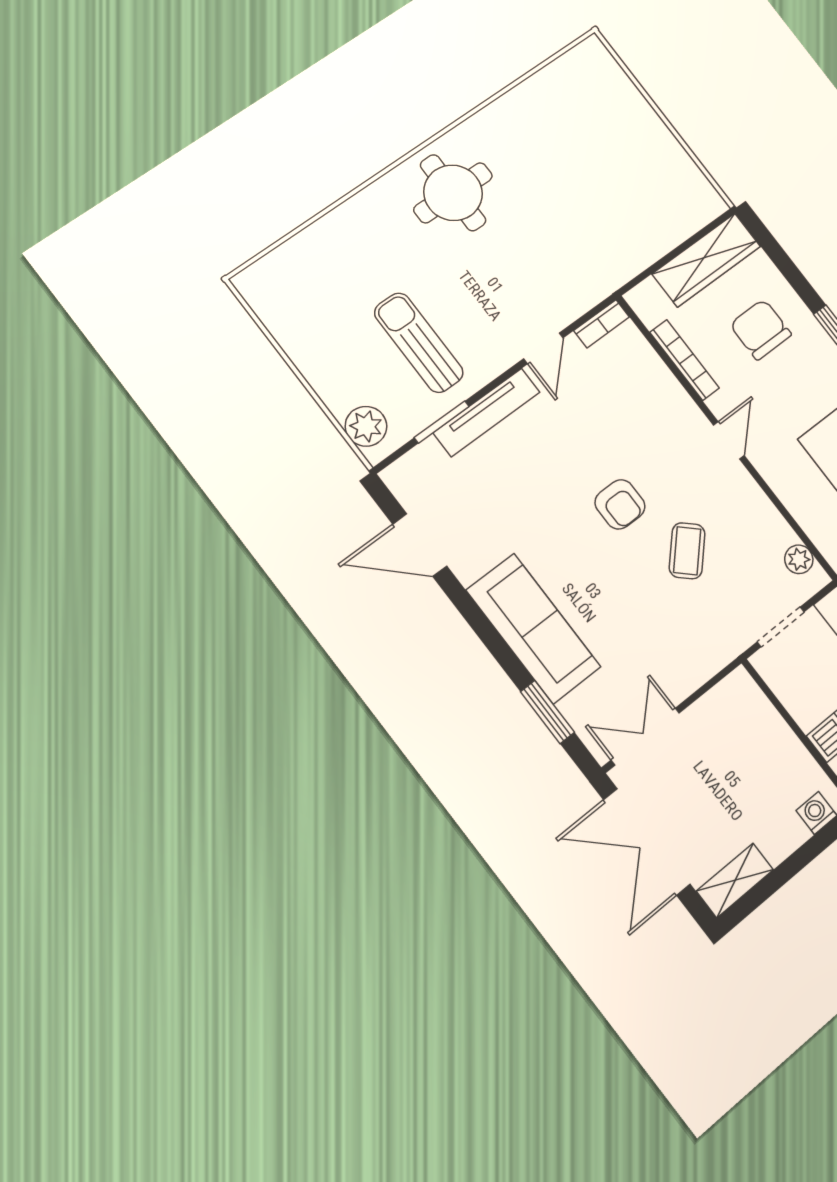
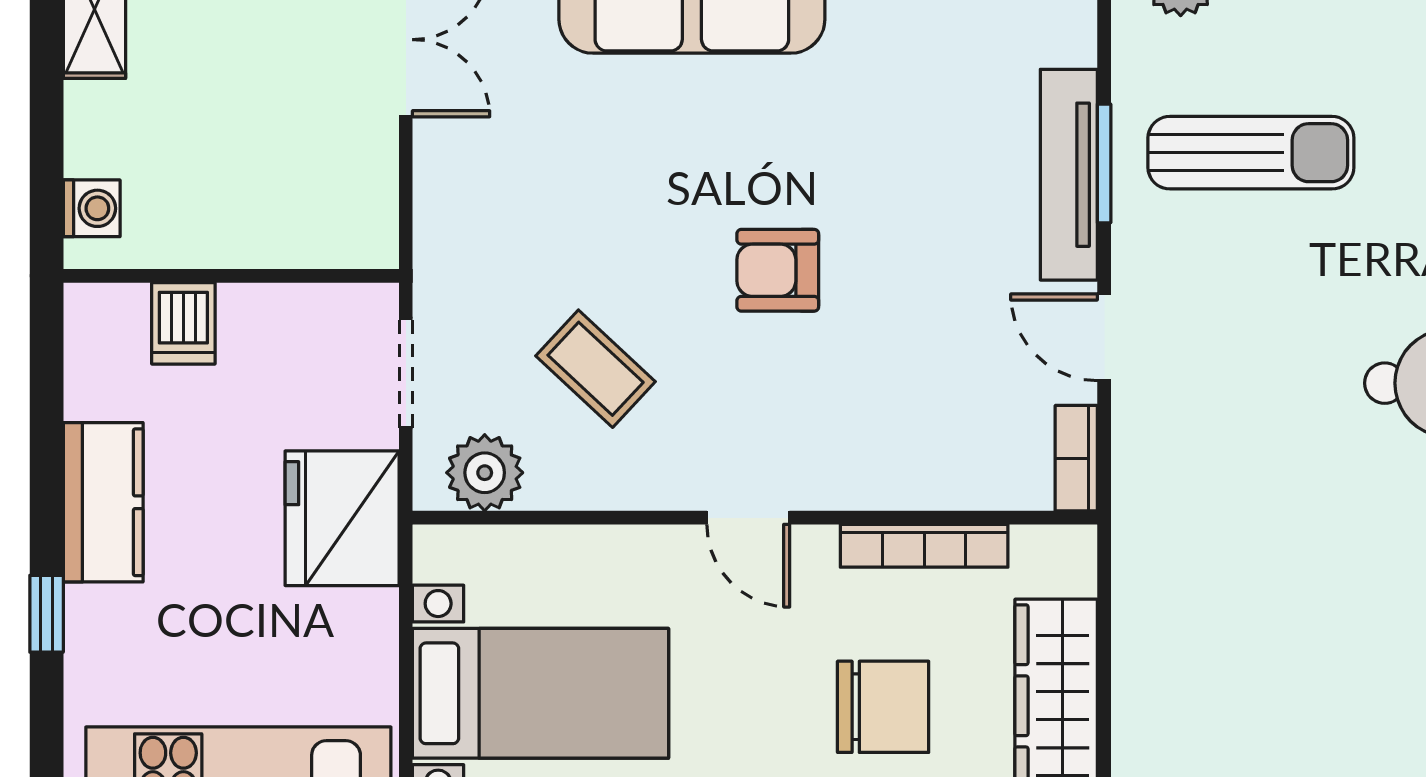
window: (442, 422) -> (1104, 163), moved
coffee table: (687, 551) -> (596, 369), moved
plant: (799, 559) -> (485, 473), width x1.38, depth x1.38

